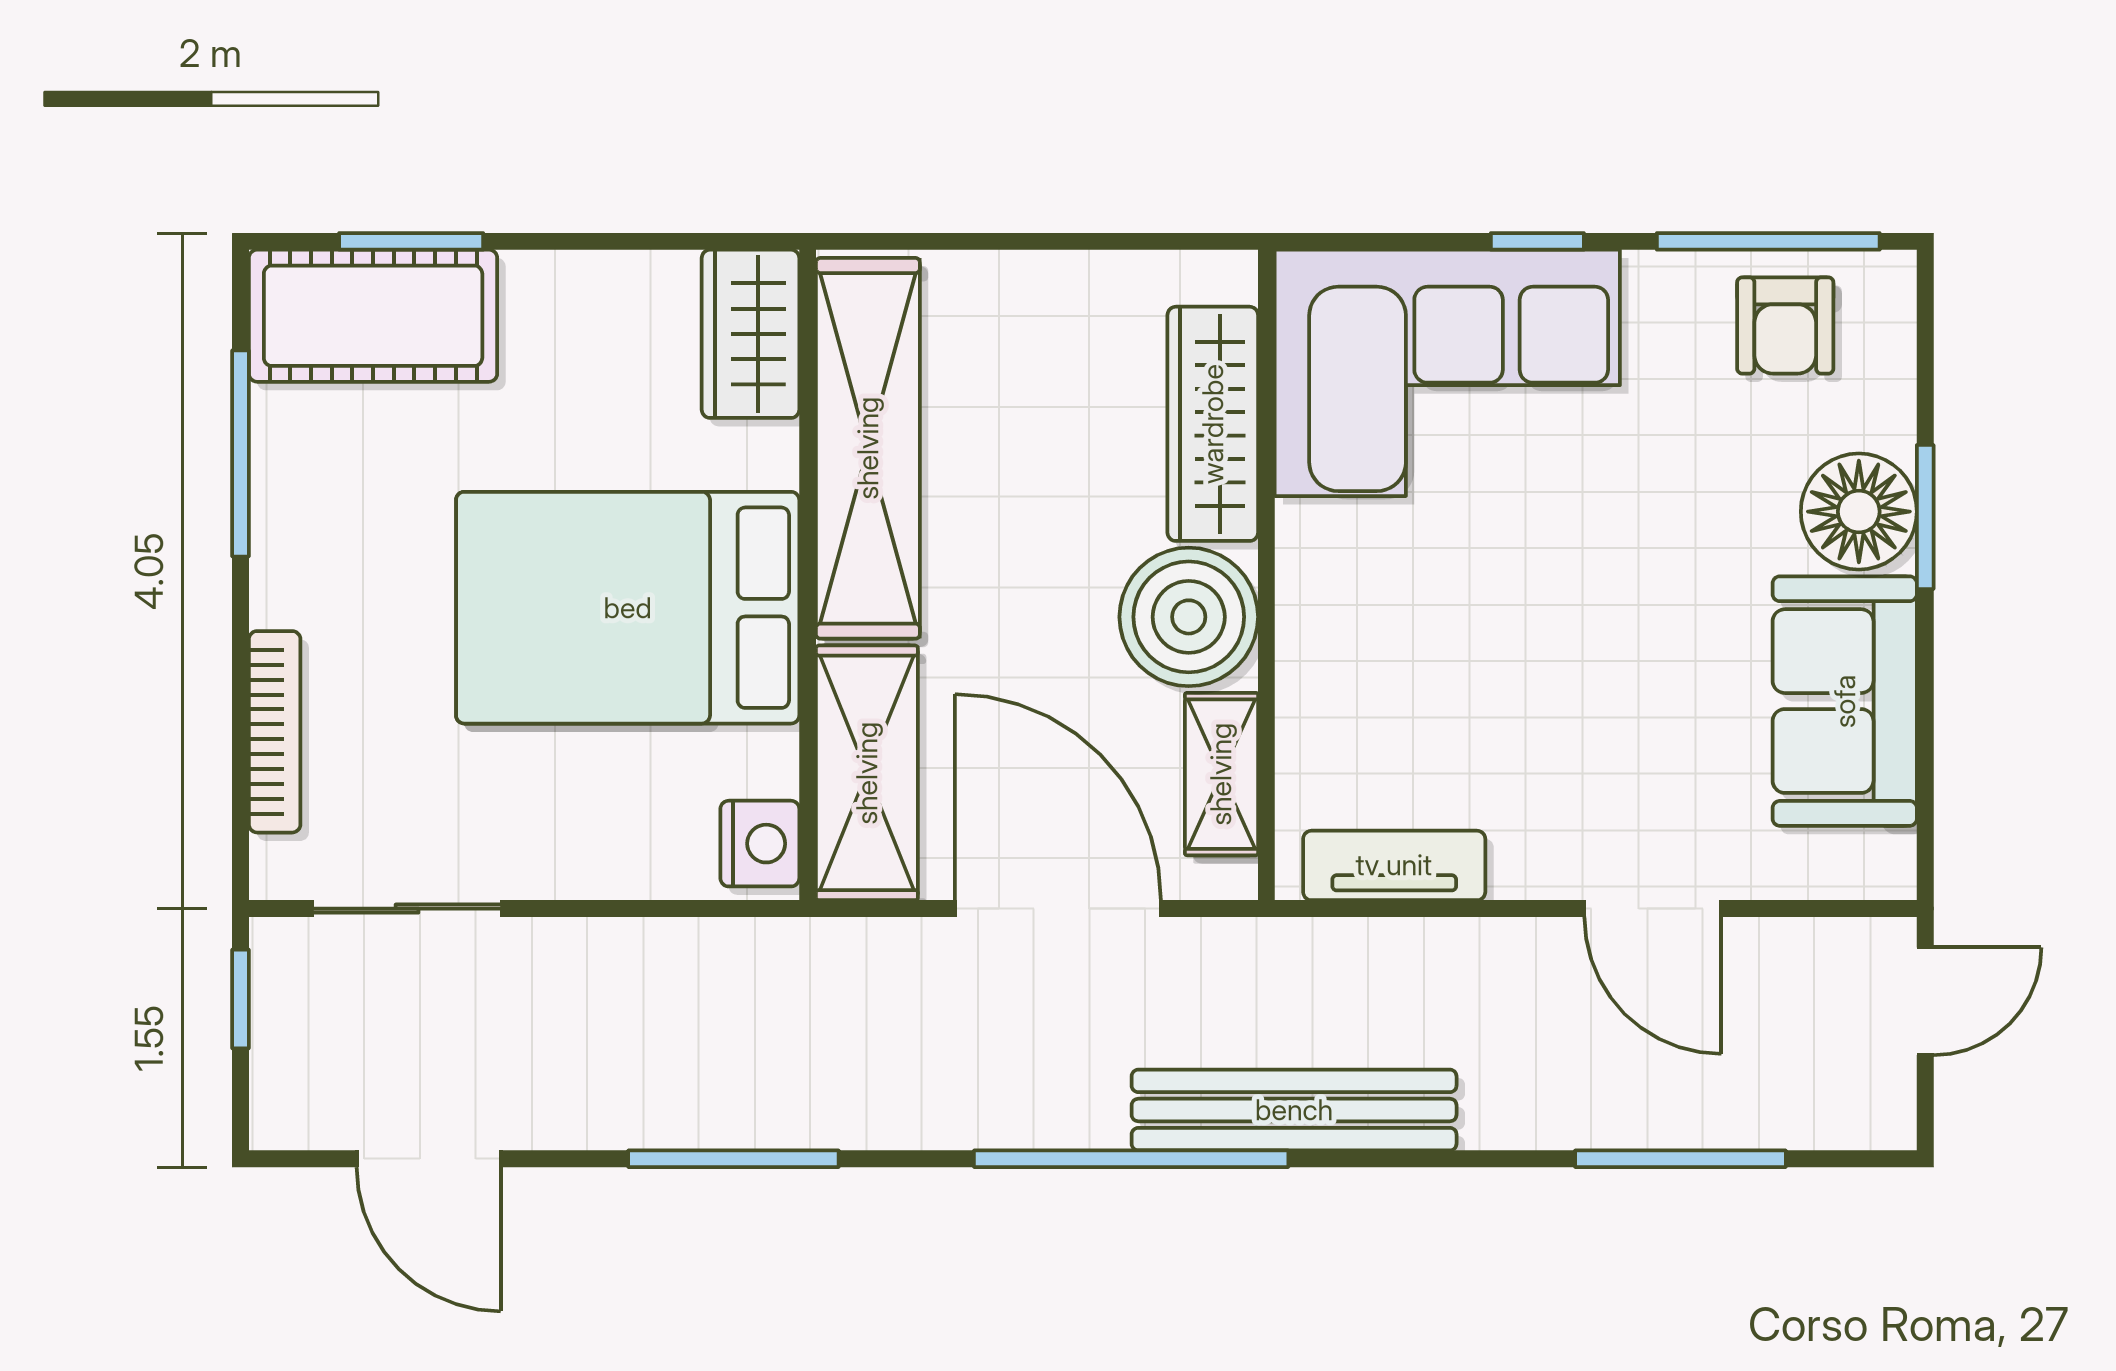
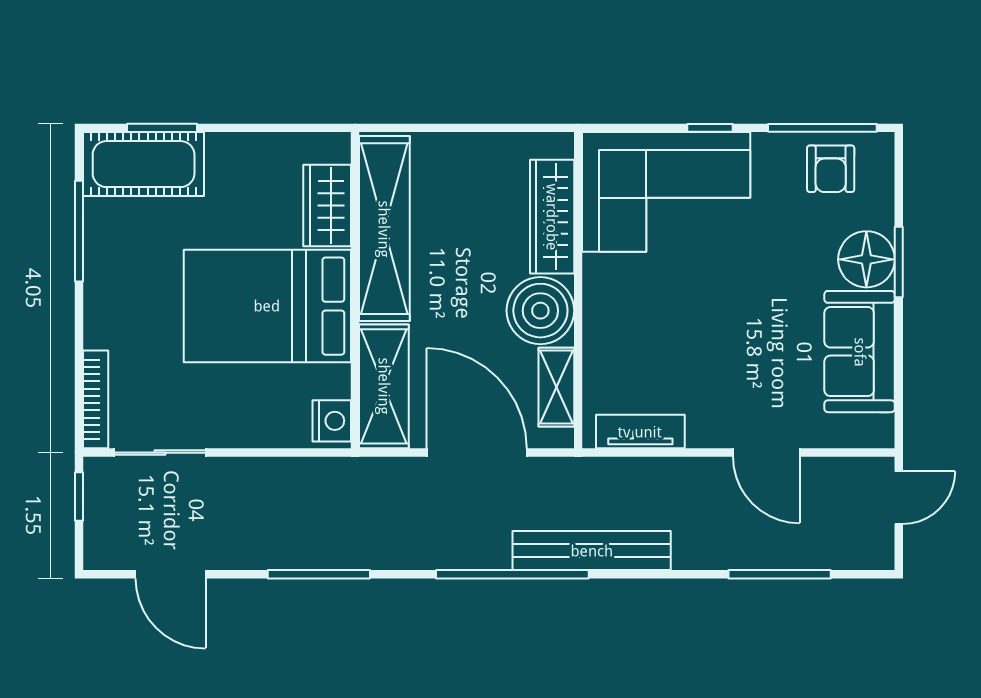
wardrobe: (751, 334) -> (327, 206), moved
bookcase: (275, 732) -> (96, 399), moved

